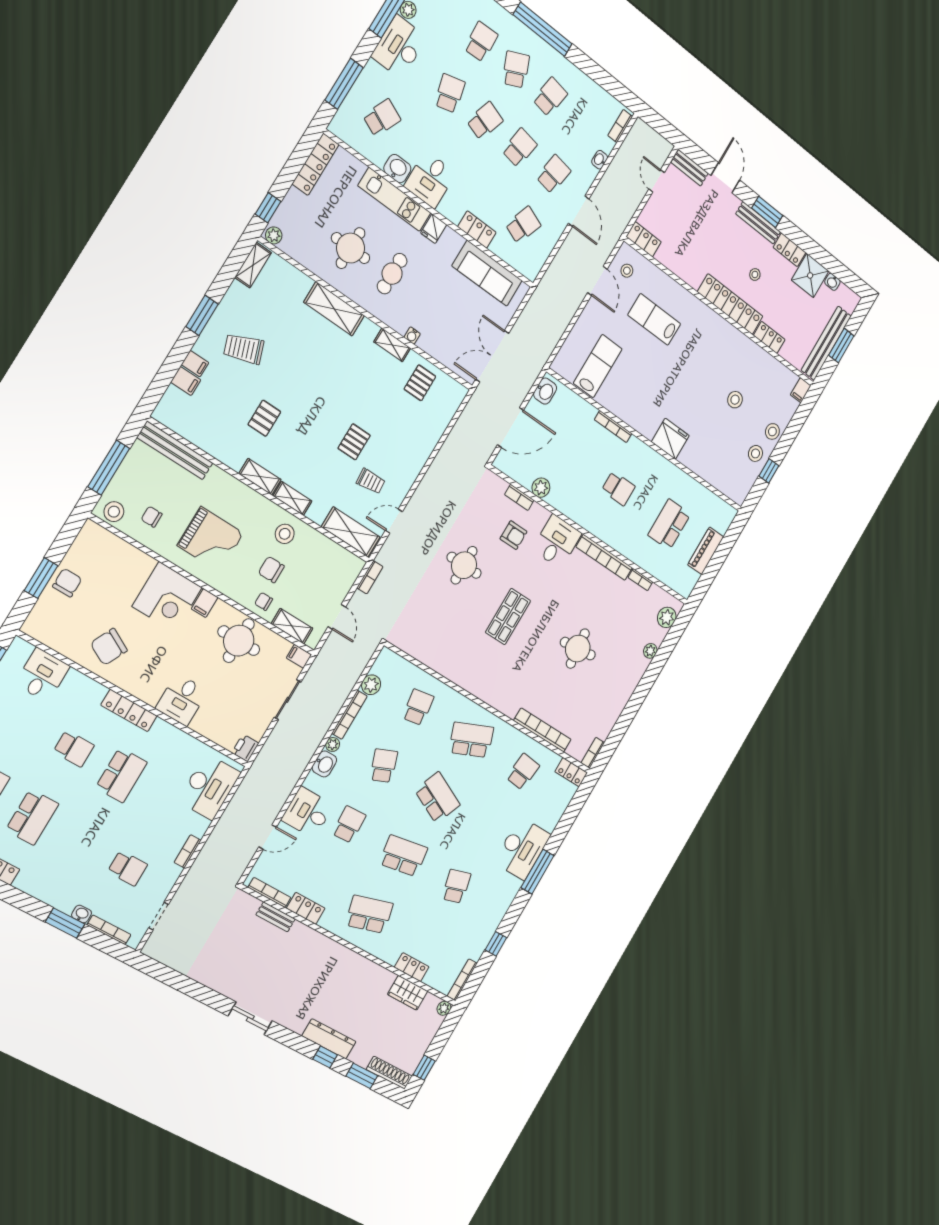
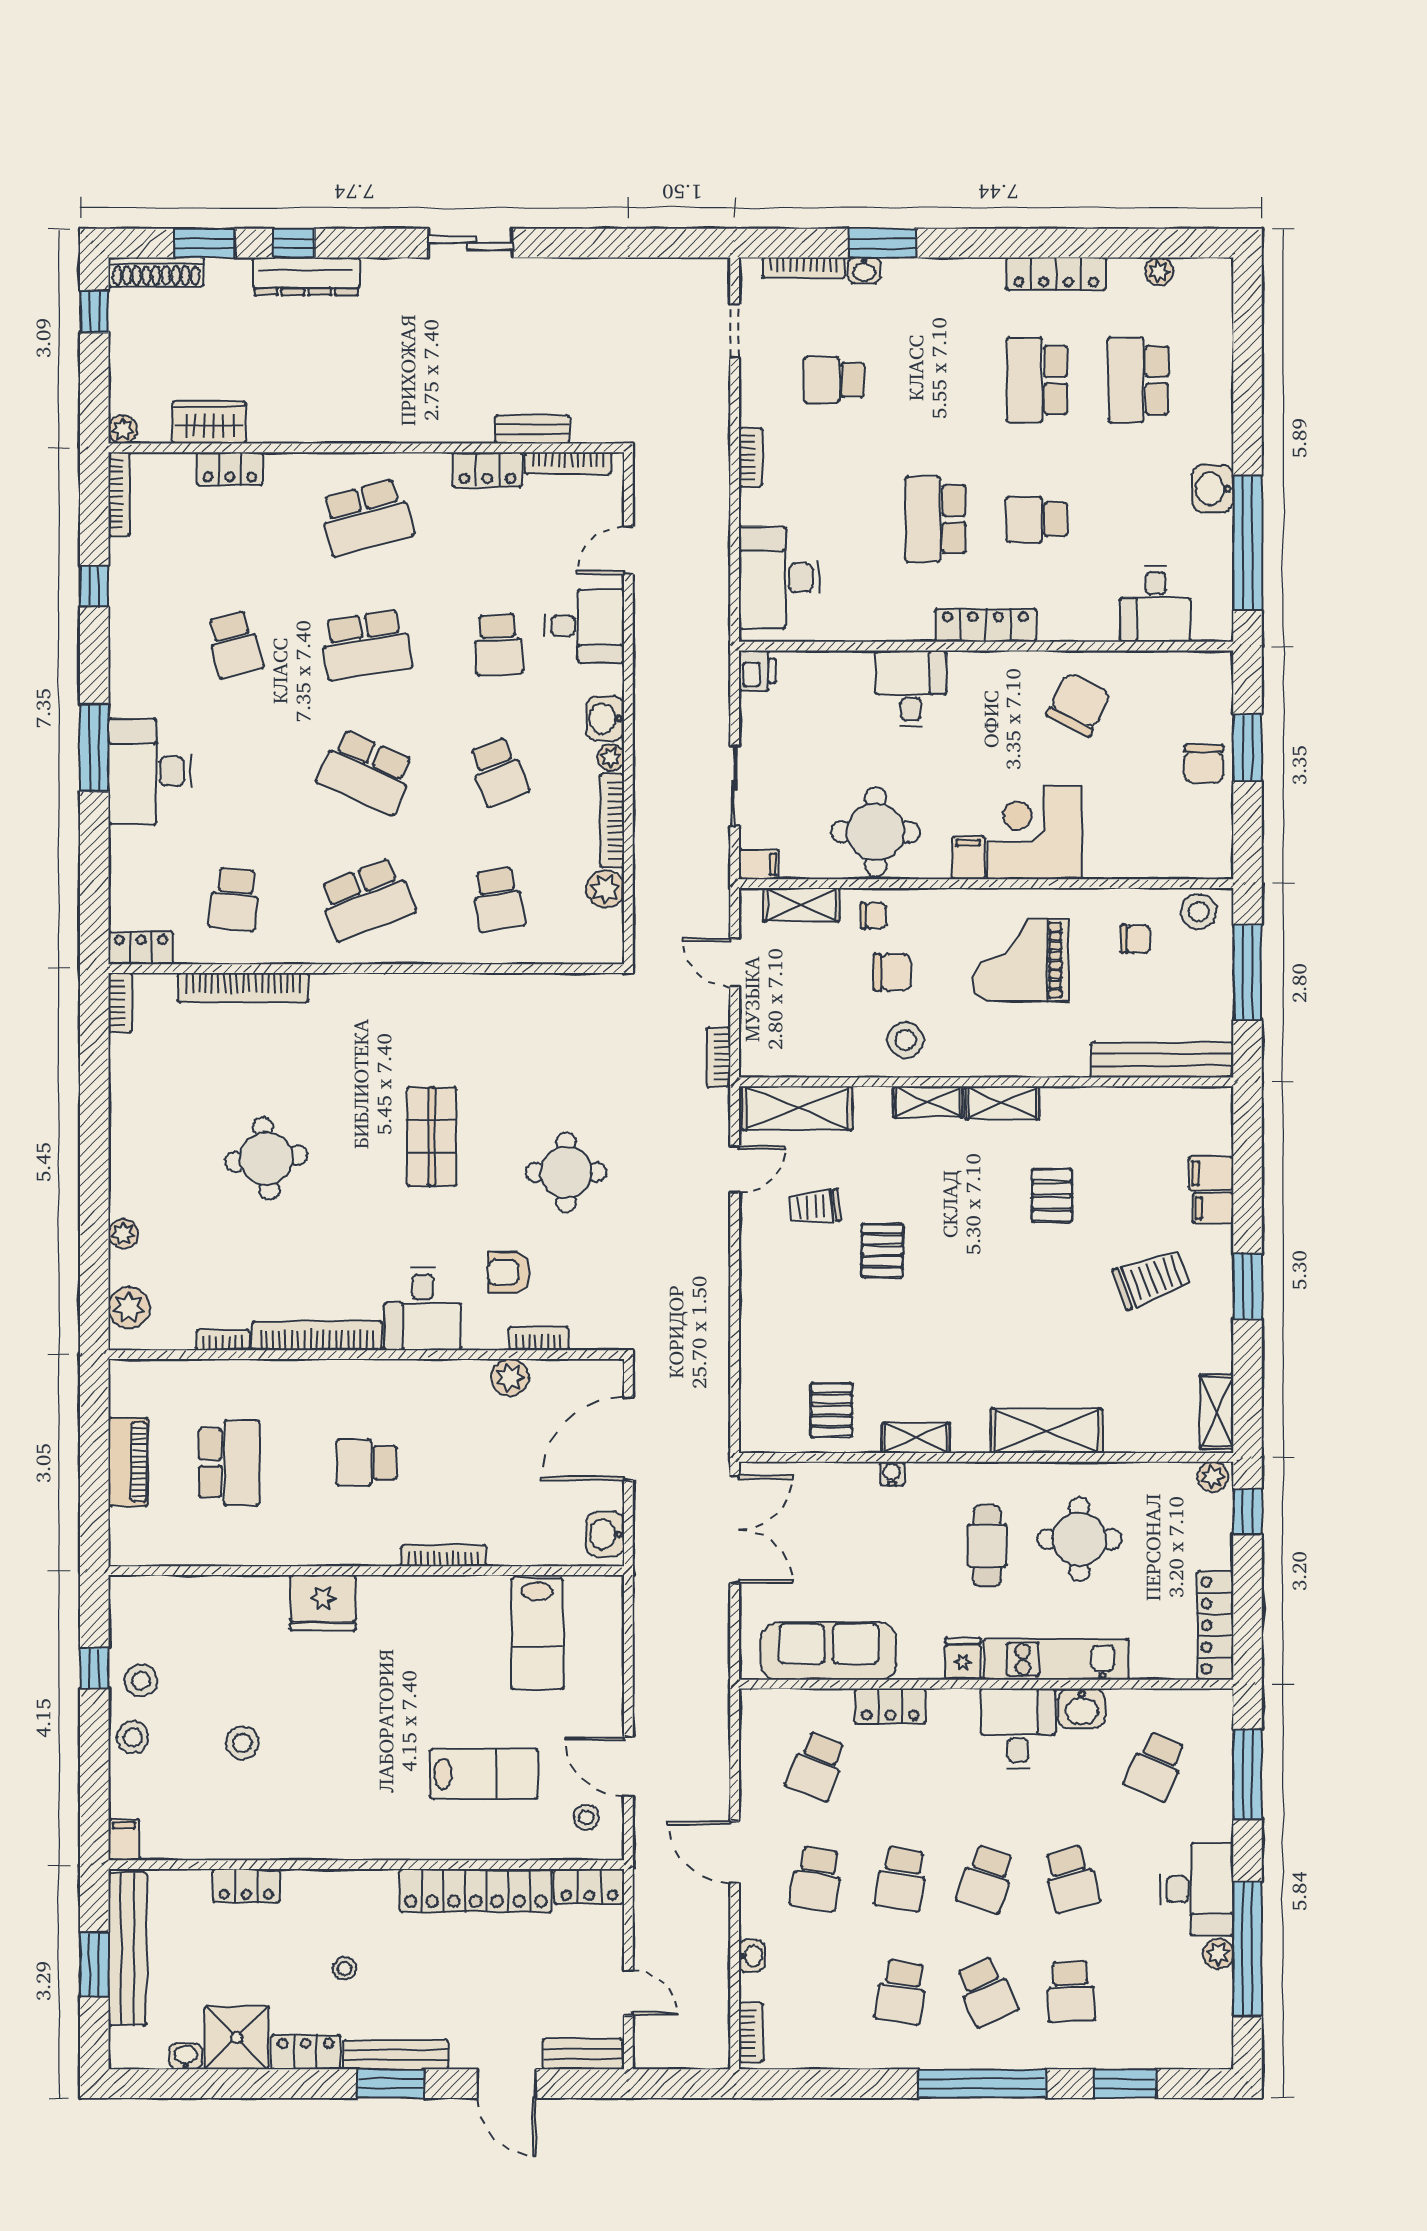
locker: (730, 304) -> (476, 1890), moved

